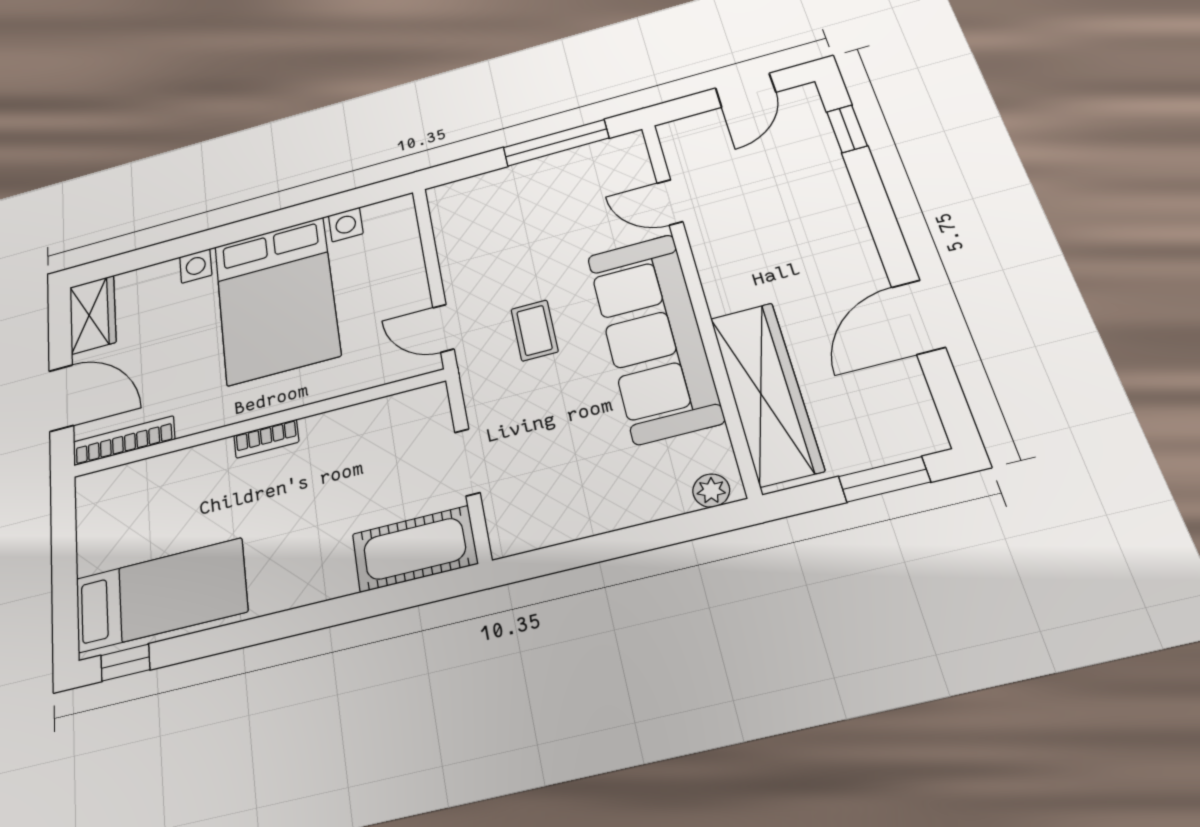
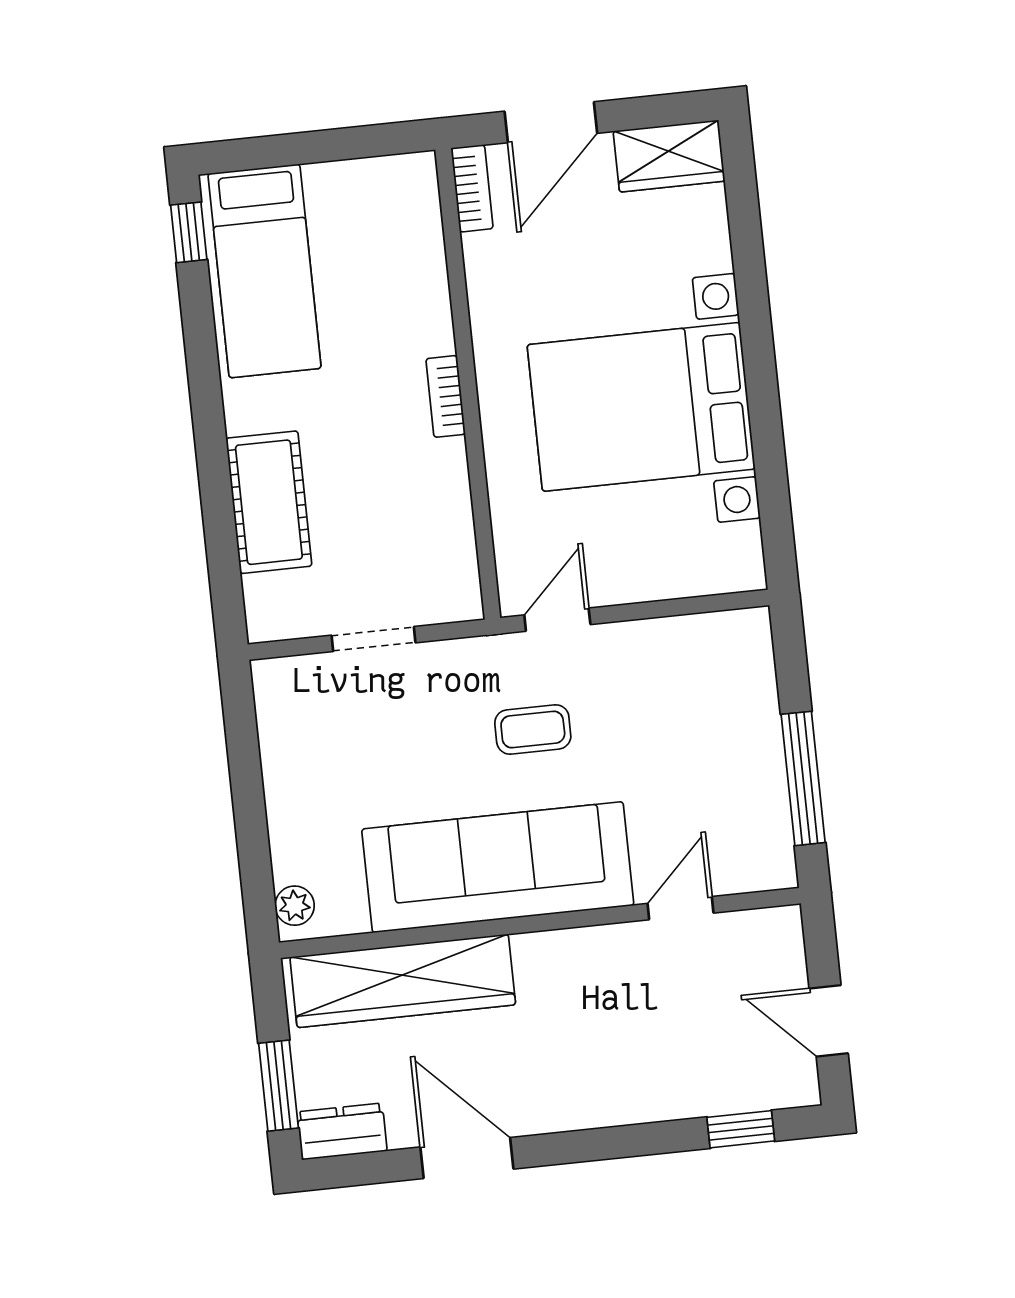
dresser: (917, 420) -> (342, 1131), added
bookcase: (124, 441) -> (472, 188), width x0.64
cot: (415, 549) -> (269, 502), moved

